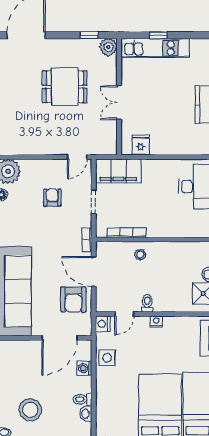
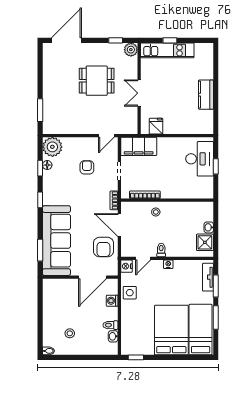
stool: (30, 410) -> (70, 333), width x0.53, depth x0.53

